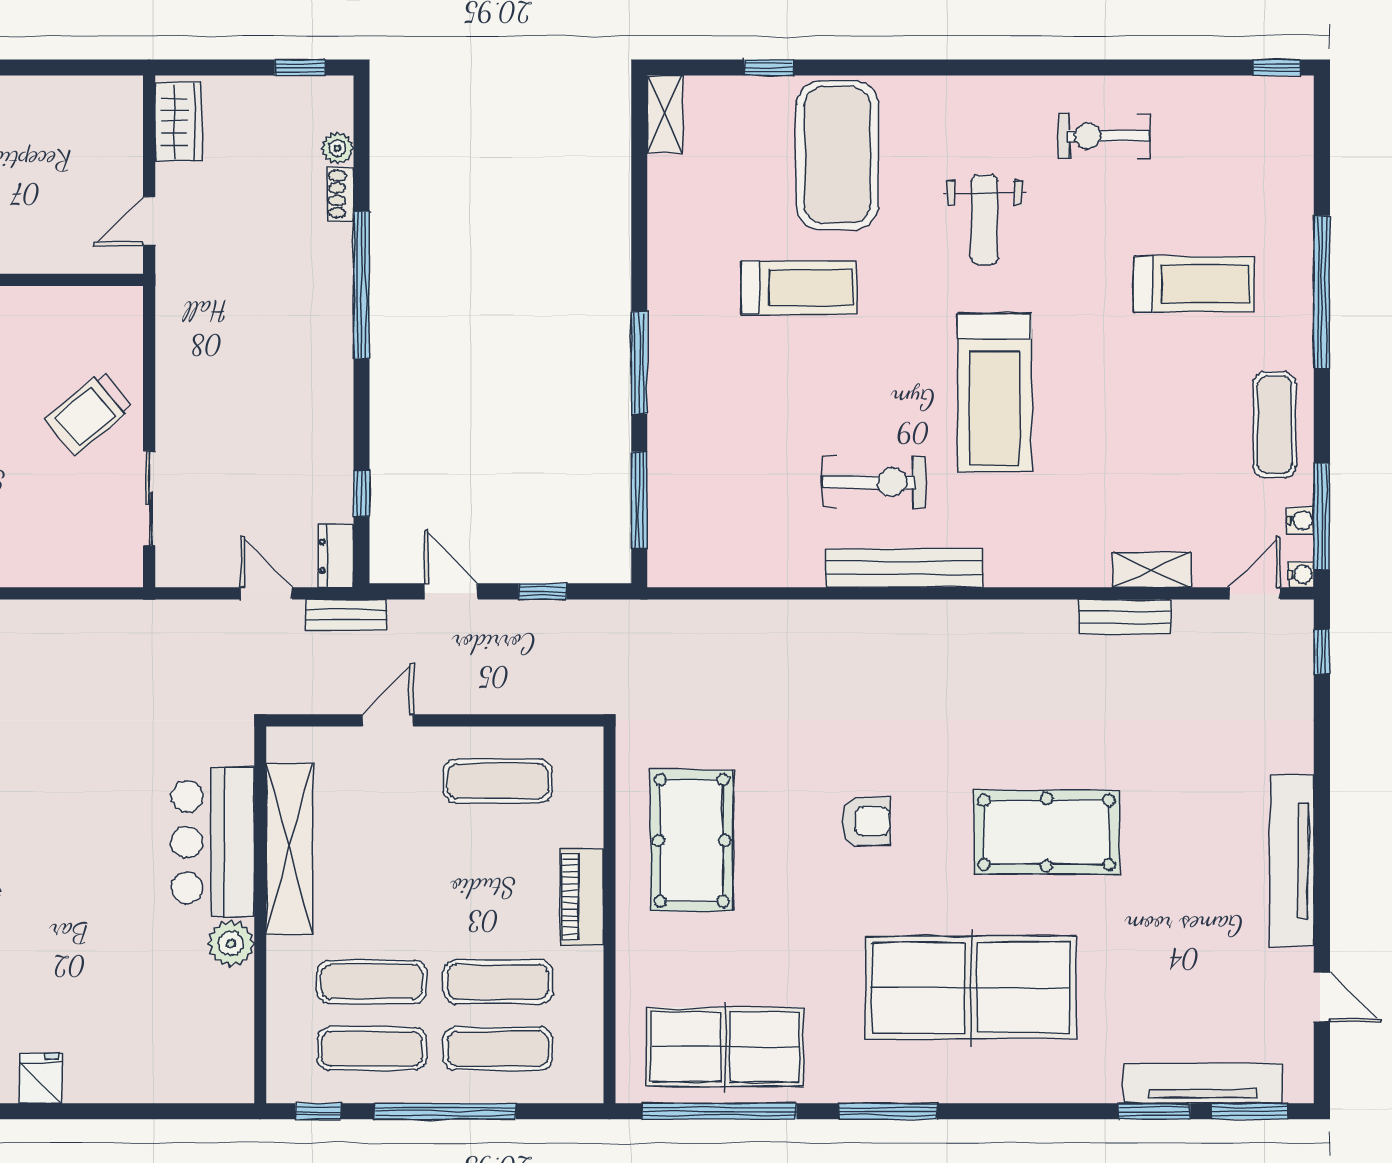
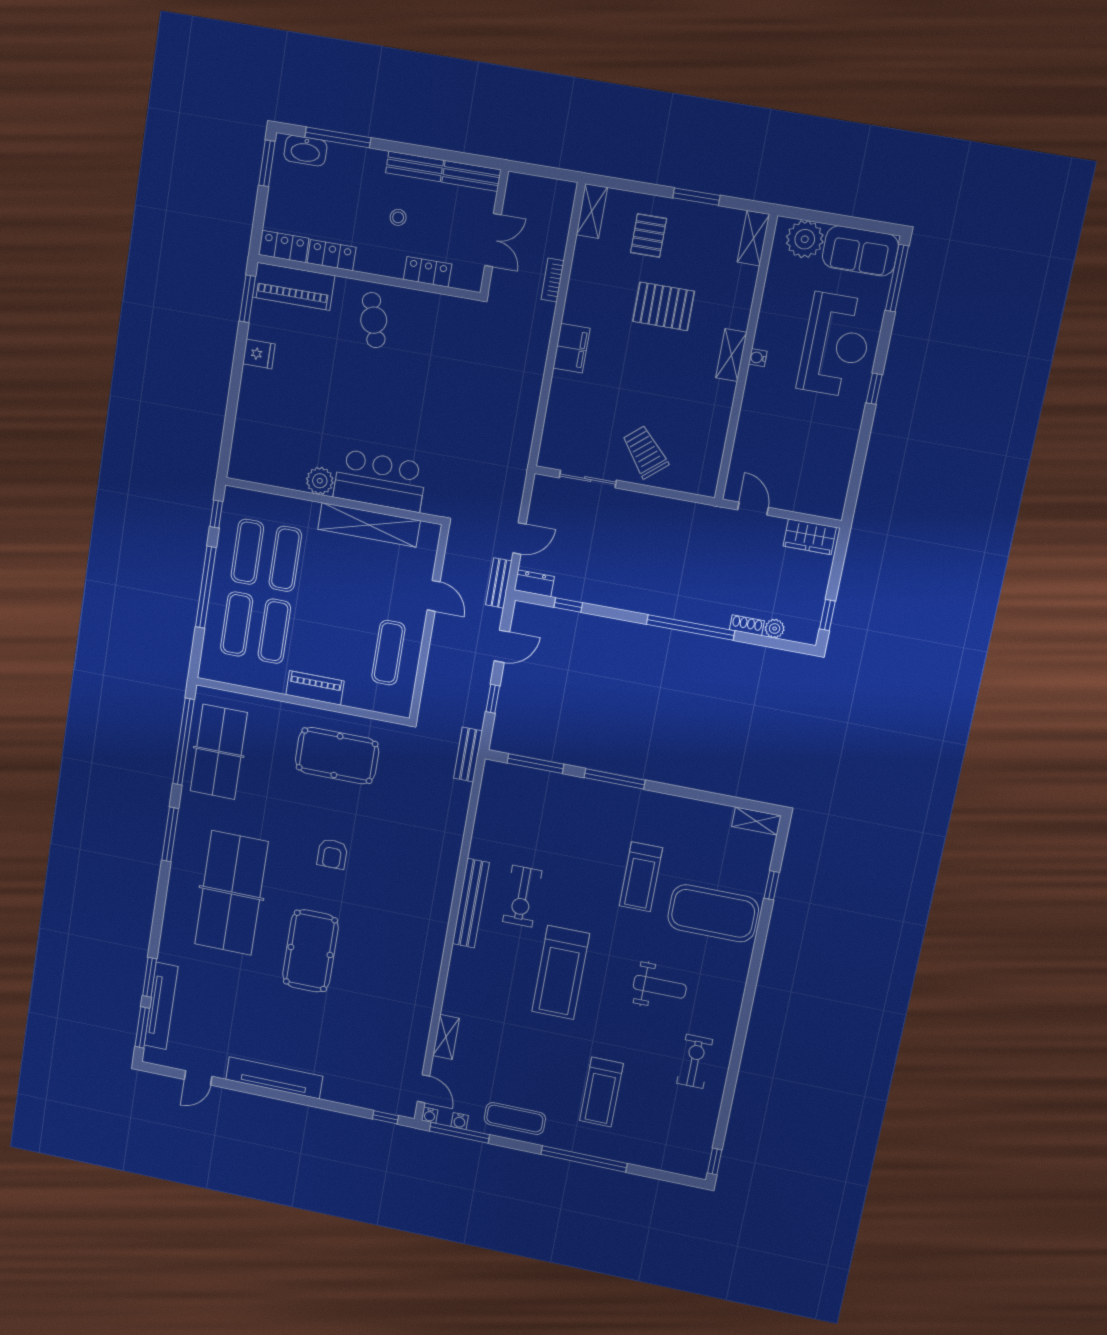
weight bench: (984, 220) -> (660, 987), turned 180
treadmill: (995, 393) -> (561, 973), turned -90
bench: (1125, 617) -> (468, 755), moved

